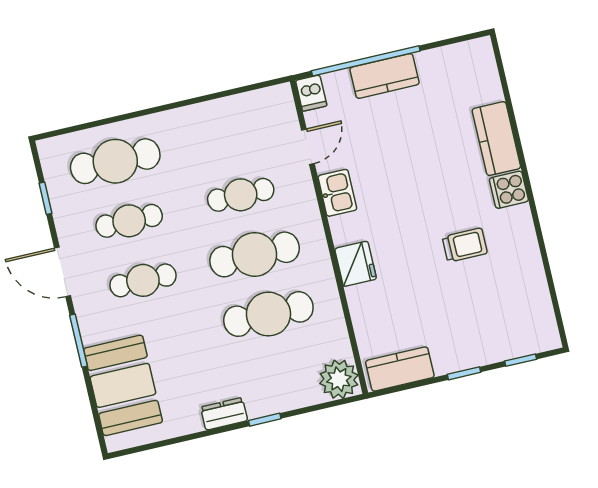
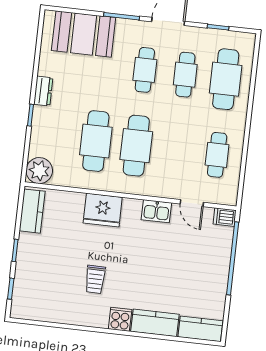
kitchen counter: (384, 76) -> (200, 329), moved, turned 90
cafe table: (241, 195) -> (217, 155), moved
fridge: (356, 264) -> (103, 210), width x1.36, depth x1.34

